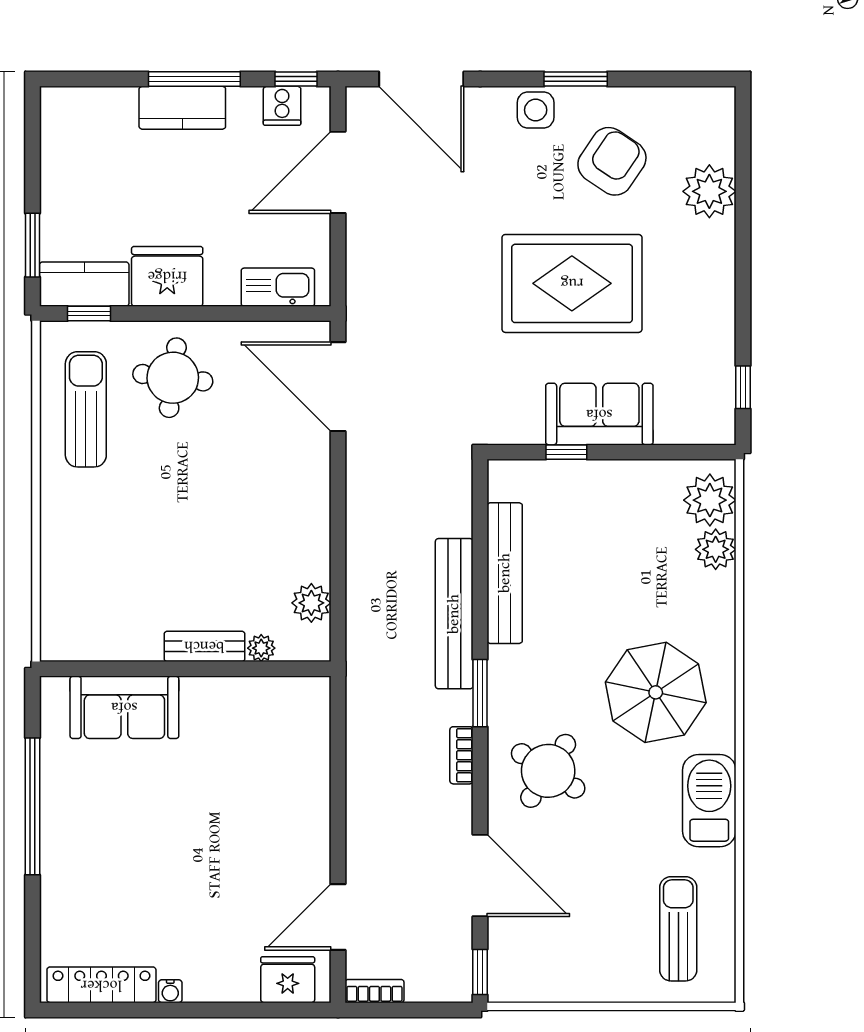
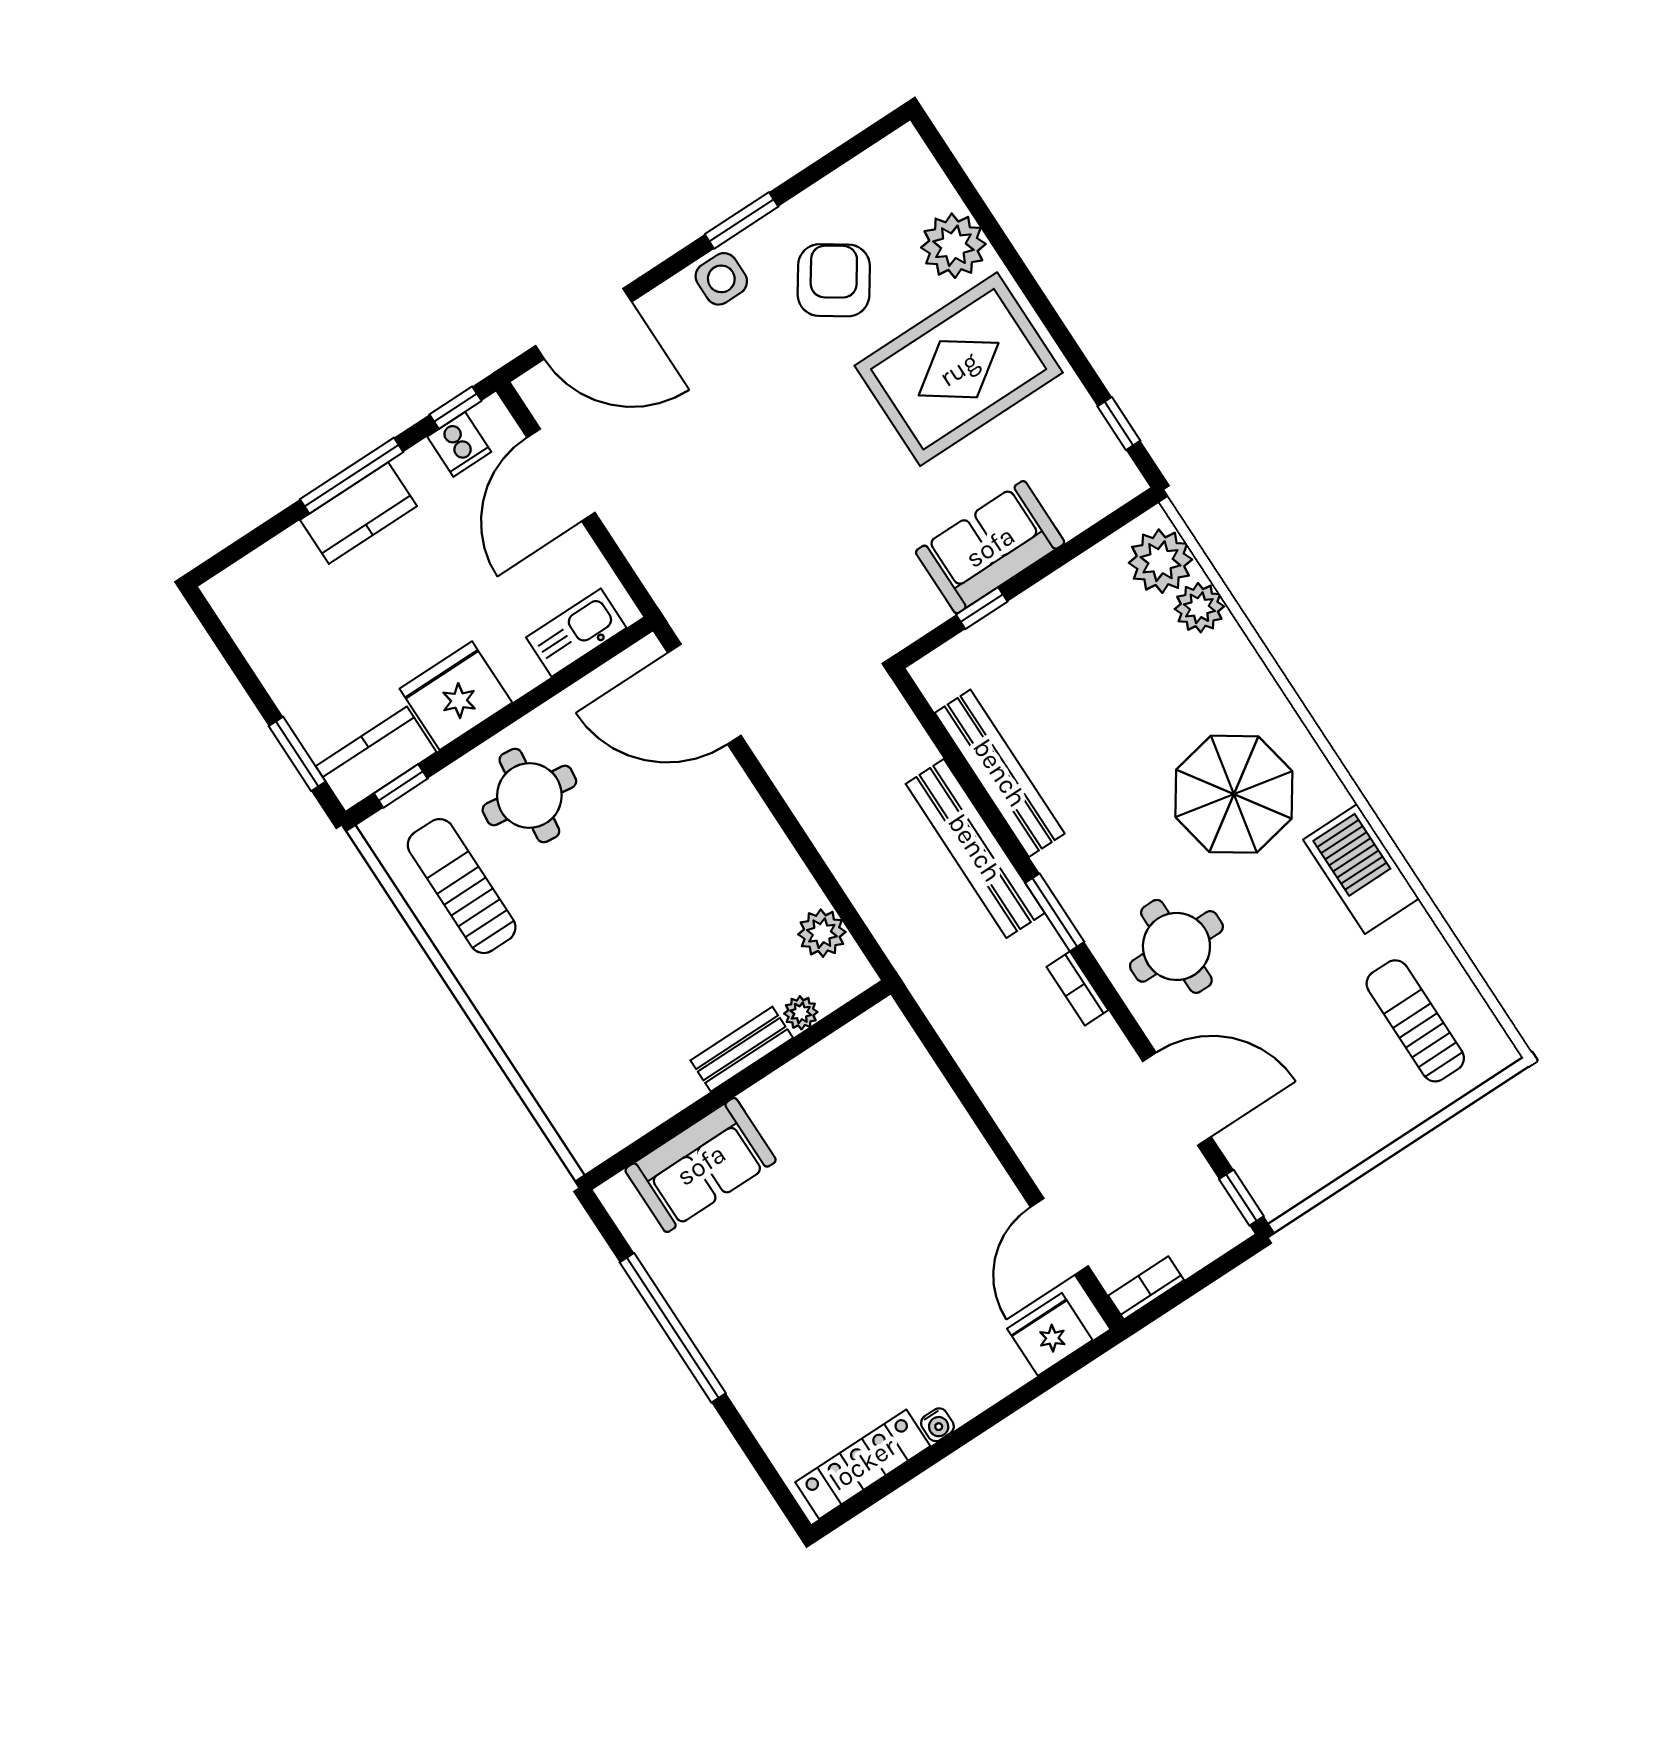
rug: (572, 283) -> (959, 369), moved
round table: (548, 771) -> (1176, 946), turned -33

